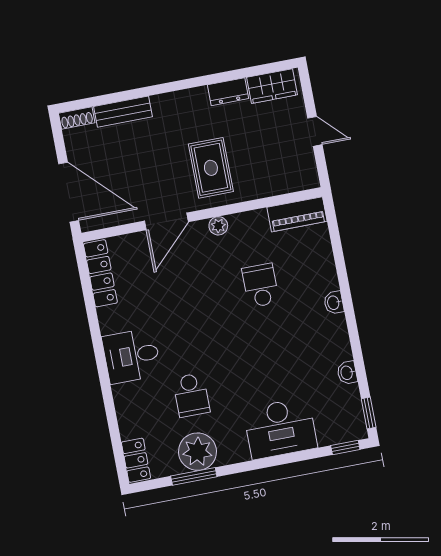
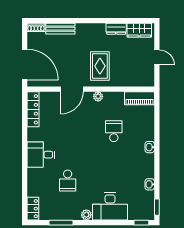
plant: (197, 452) -> (86, 215), moved, width x0.53, depth x0.53

